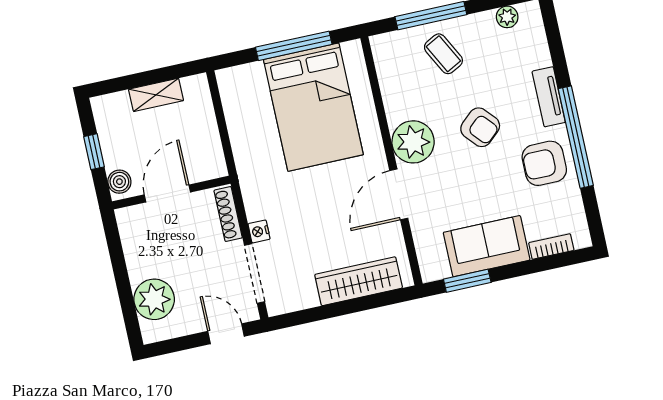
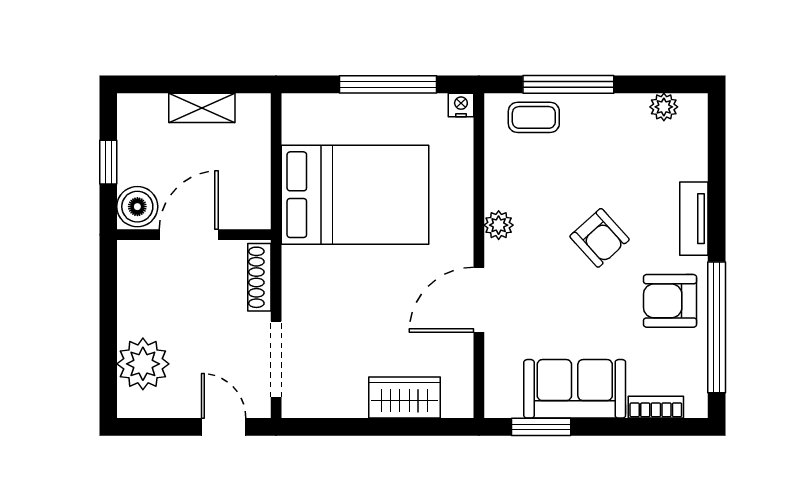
coffee table: (443, 54) -> (534, 117), moved, turned -62
bed: (313, 107) -> (355, 195), moved, turned -90
window: (576, 137) -> (717, 327), moved
plant: (413, 142) -> (499, 225), width x0.53, depth x0.53
boiler: (119, 182) -> (137, 207), width x1.36, depth x1.36
nightstand: (259, 231) -> (461, 105), moved, turned 90
wardrobe: (359, 281) -> (404, 398), width x0.67

